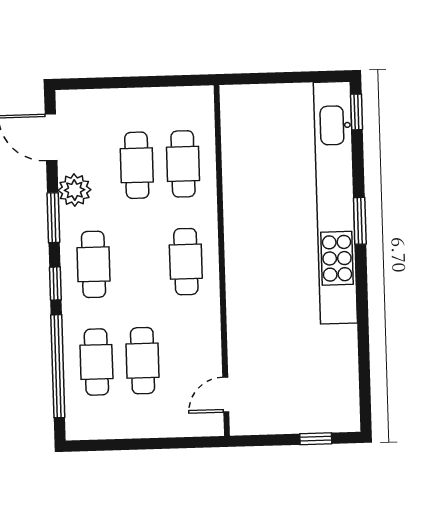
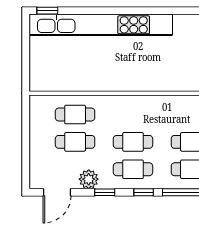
window: (53, 218) -> (105, 192), width x0.67
window: (360, 221) -> (112, 11), removed
cafe table: (186, 262) -> (133, 142), moved

